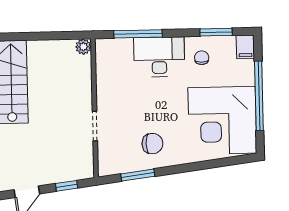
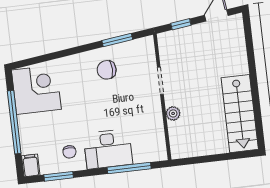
plant: (83, 47) -> (173, 113), moved
corner desk: (222, 120) -> (36, 90), width x0.74, depth x0.74

